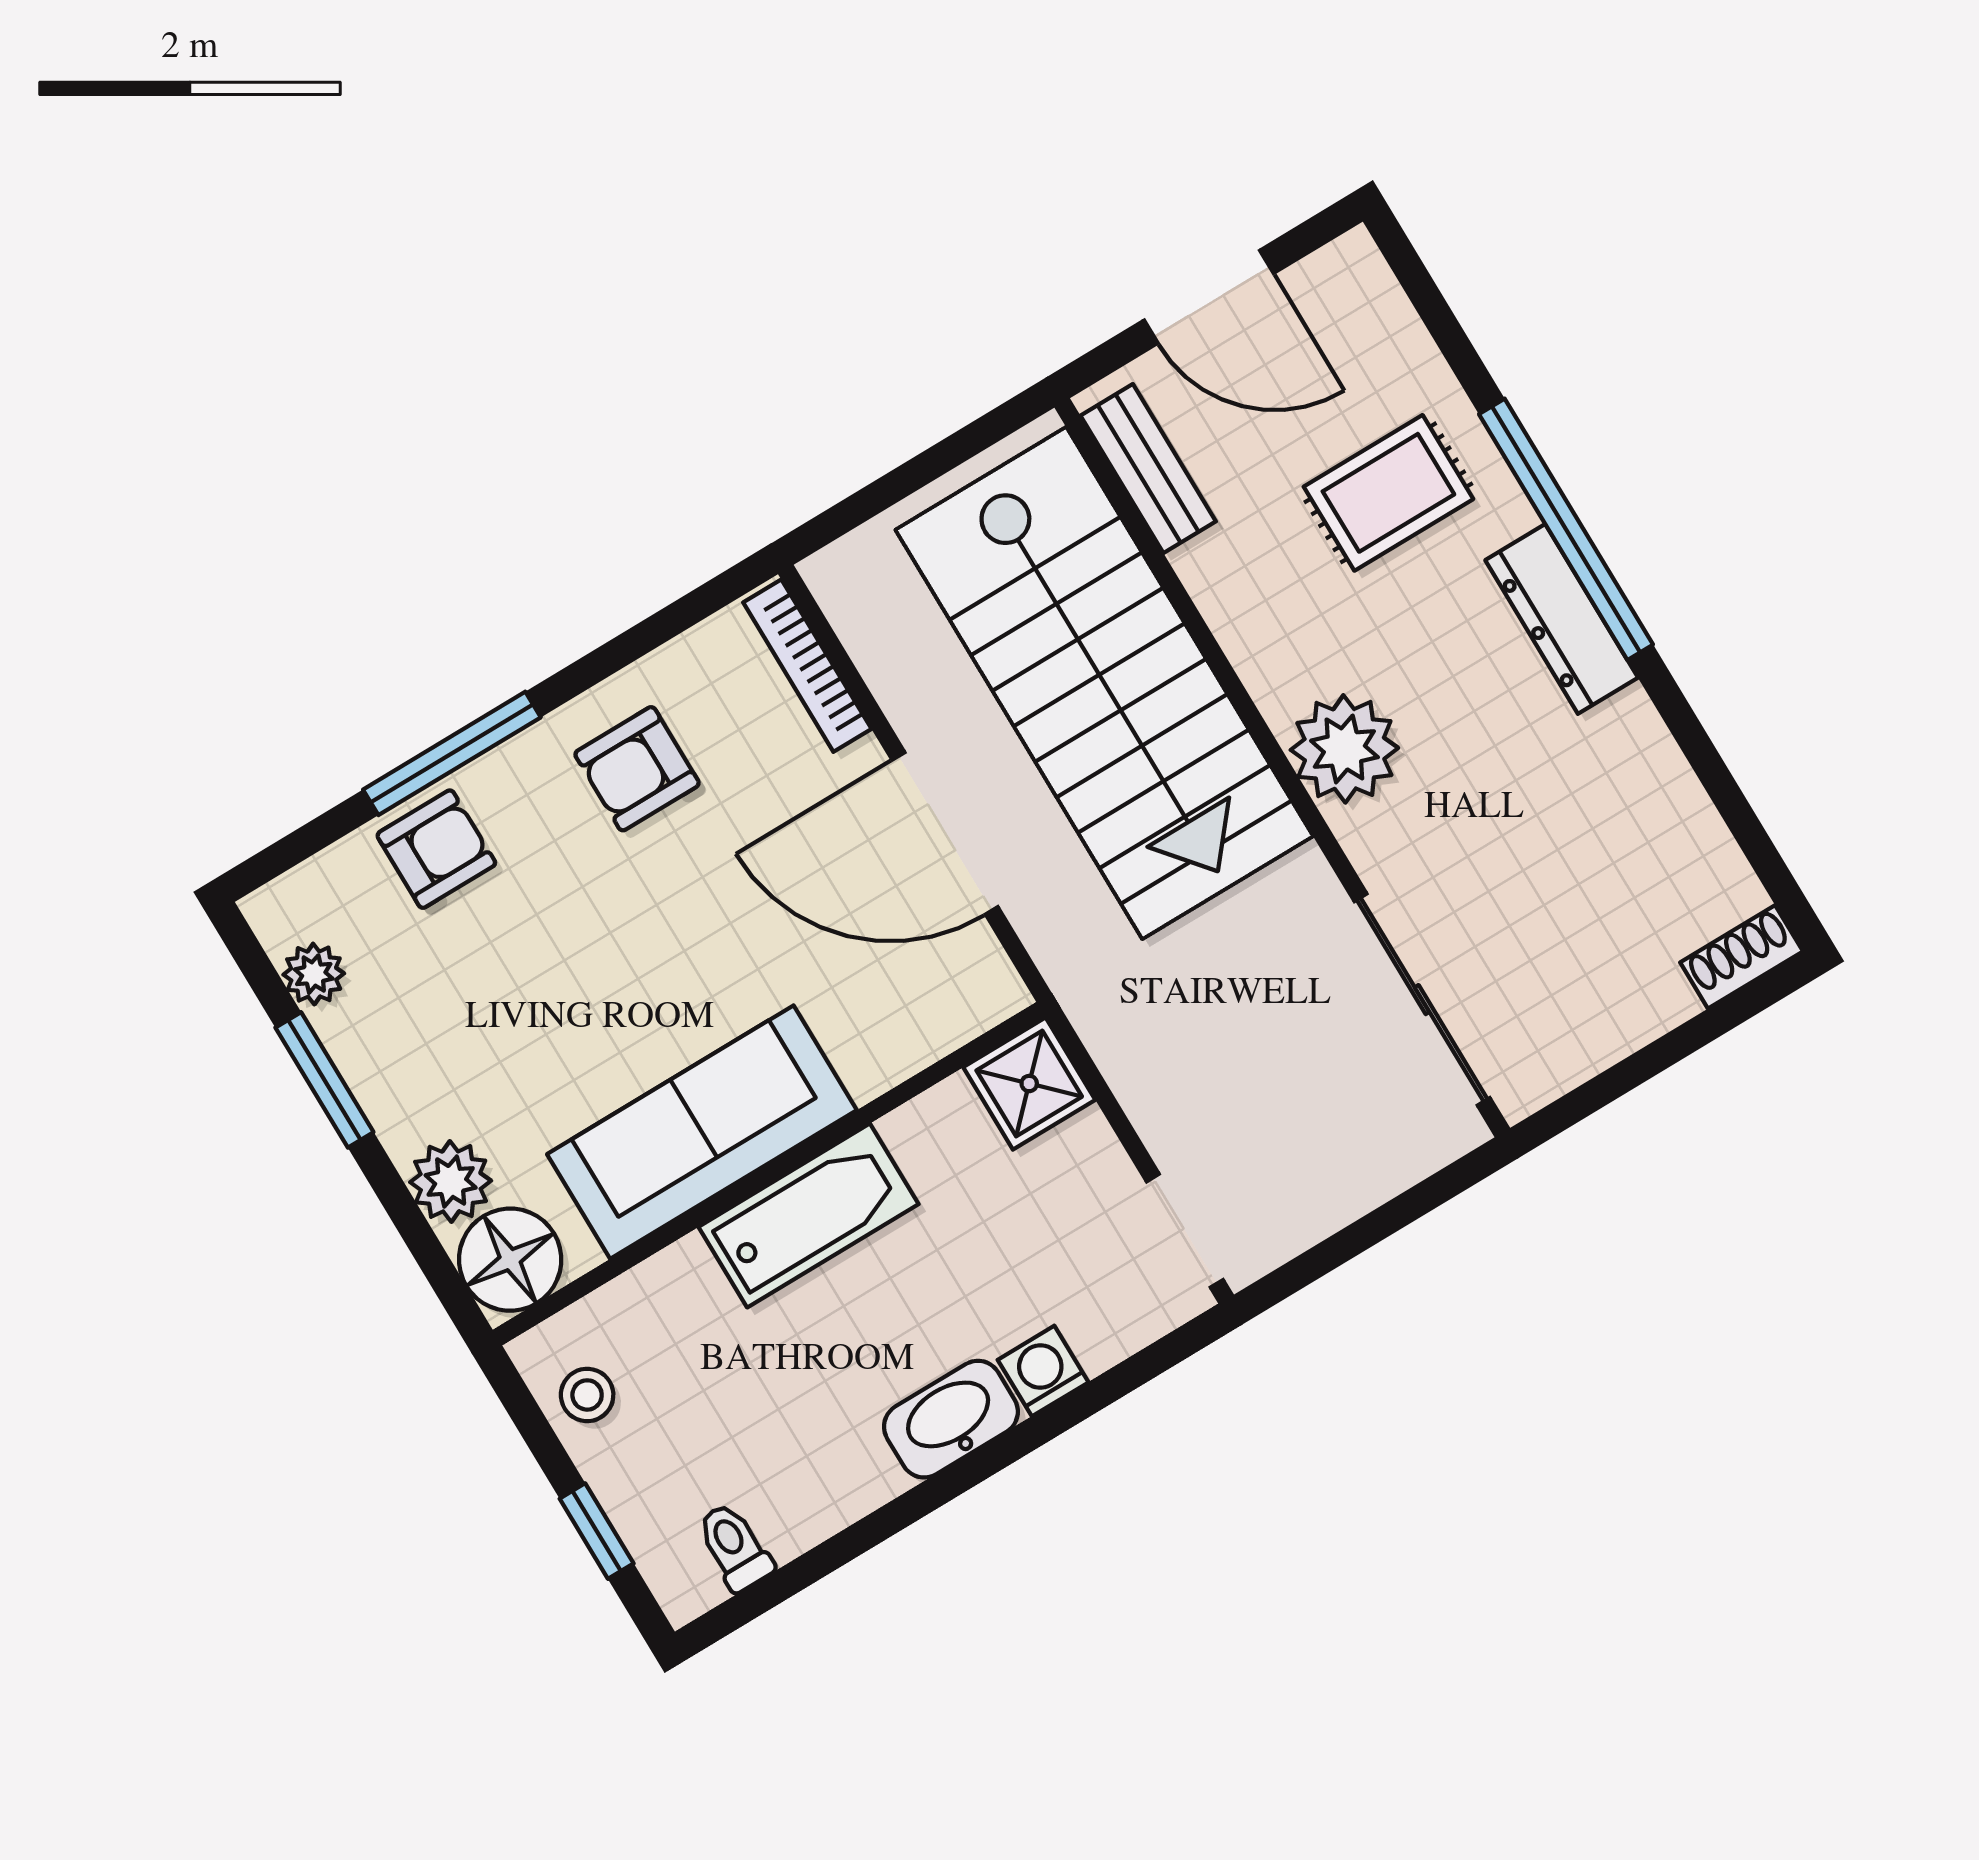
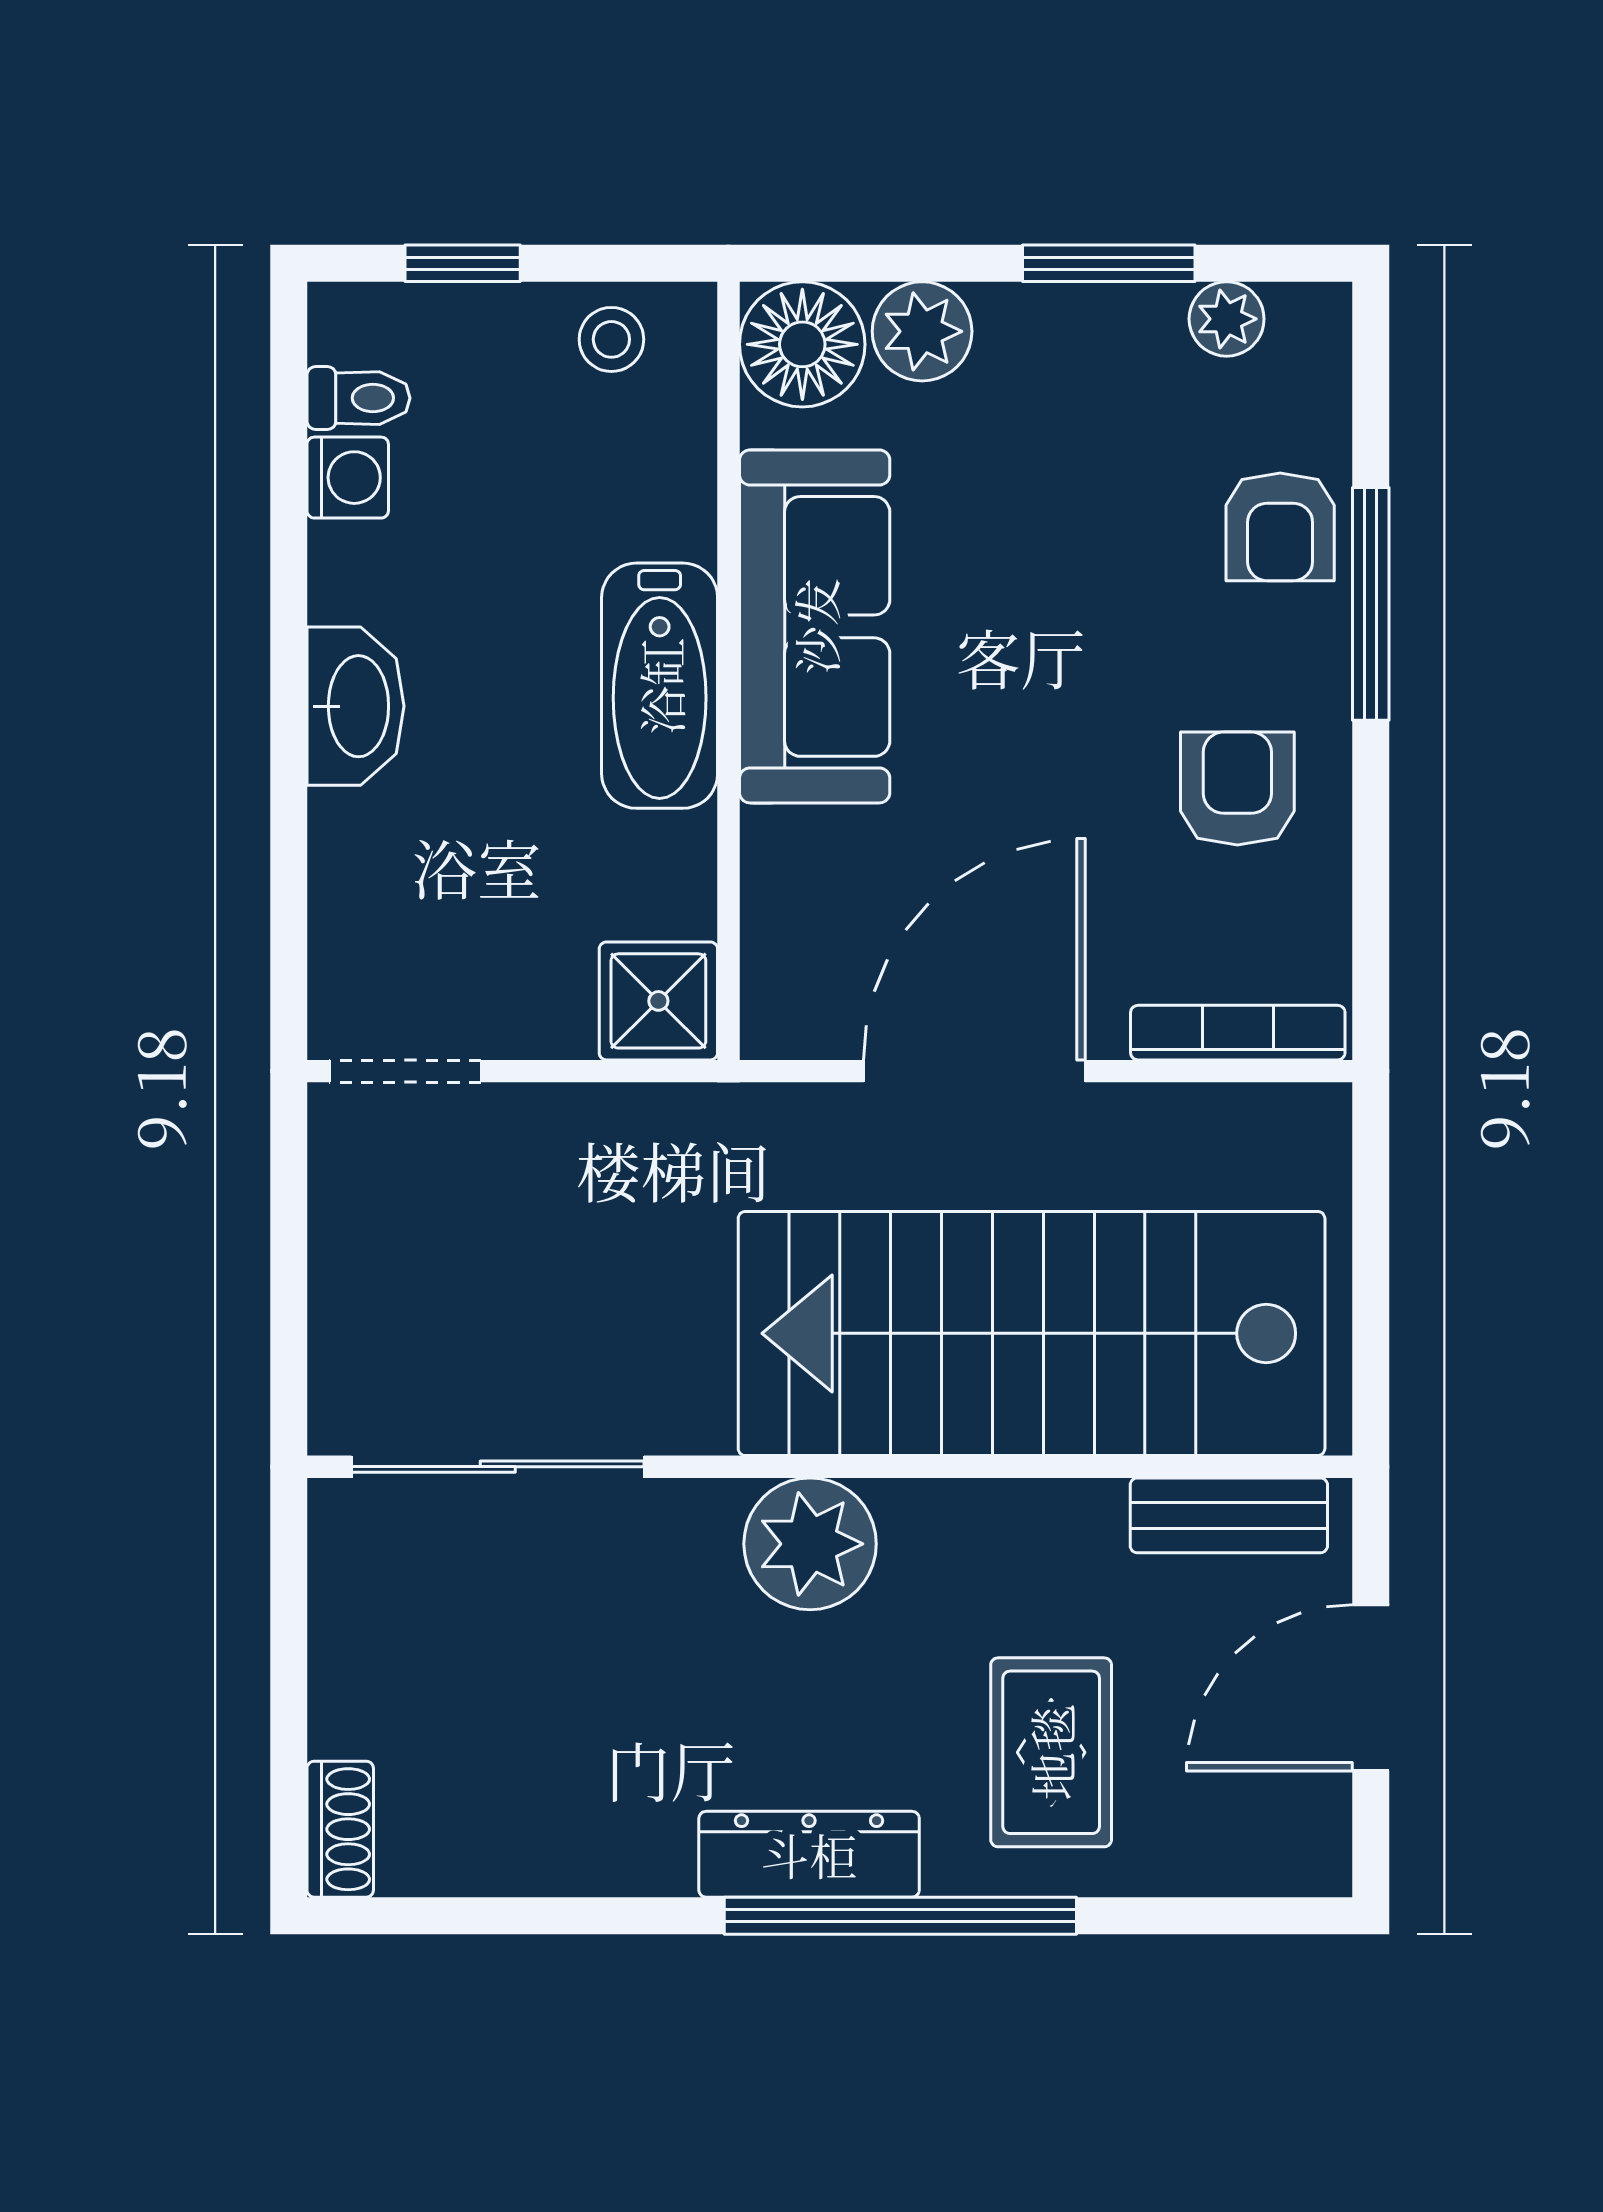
washing machine: (1043, 1371) -> (348, 478), moved

